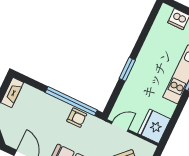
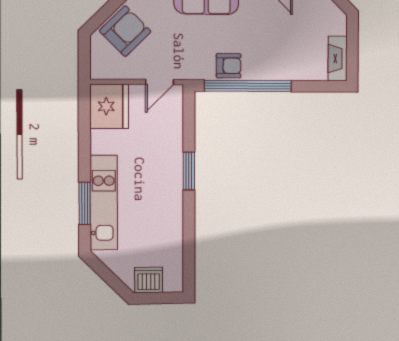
armchair: (77, 118) -> (229, 66), turned 180

